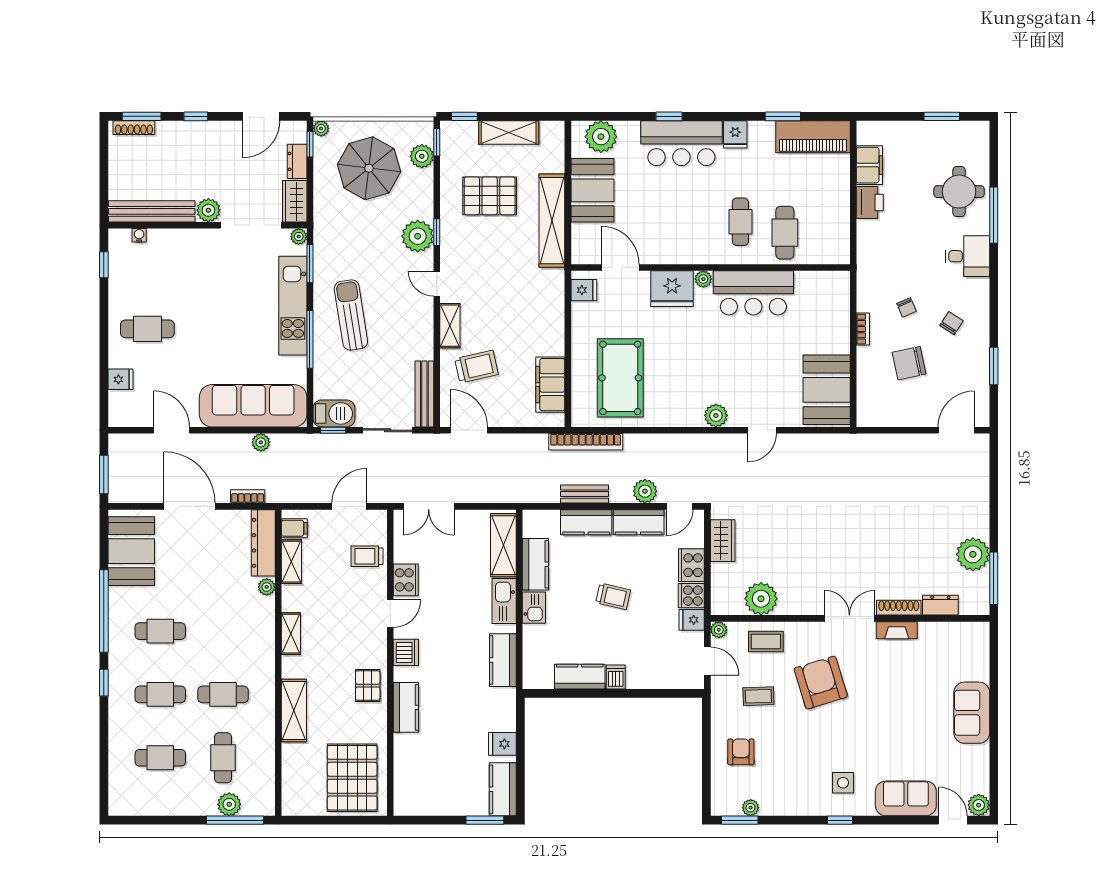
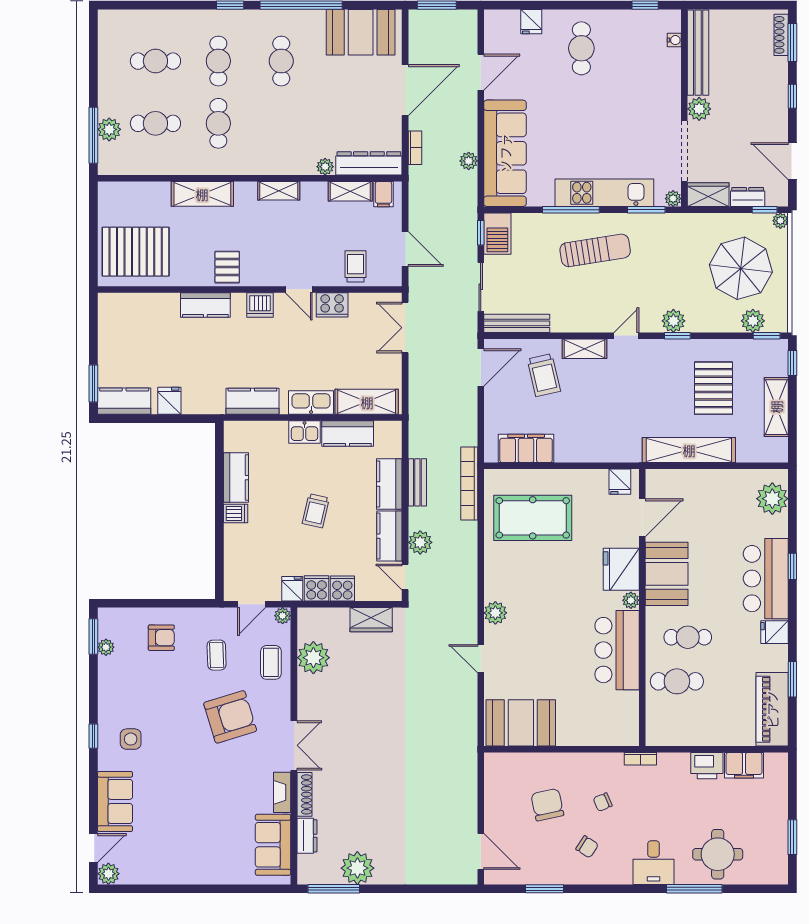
booth: (592, 190) -> (667, 574), moved, turned 90
plant: (418, 236) -> (673, 321), width x0.73, depth x0.73
bookcase: (863, 329) -> (640, 759), moved
cooker: (691, 565) -> (342, 589), width x0.73
pallet: (368, 686) -> (227, 267), turned 90
sofa: (972, 713) -> (273, 845), moved, turned -90
cafe table: (160, 758) -> (155, 61), turned 90

